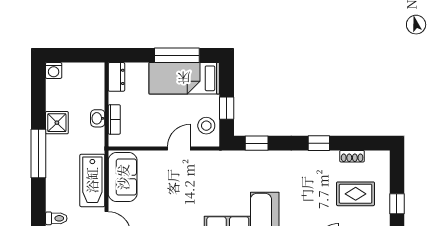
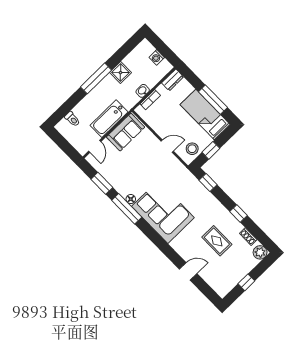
washing machine: (54, 70) -> (157, 57), moved
plant: (380, 160) -> (260, 252), added
rug: (356, 194) -> (217, 241), moved

